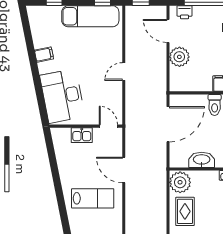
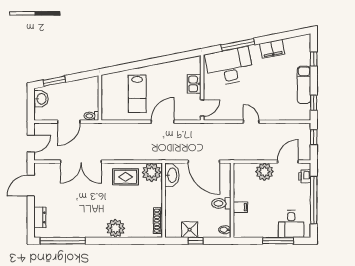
exam couch: (90, 16) -> (304, 85), width x0.73, depth x0.69
filing cabinet: (44, 55) -> (272, 49), width x2.00
window: (38, 86) -> (238, 45), added
washbasin: (202, 160) -> (172, 175), moved

